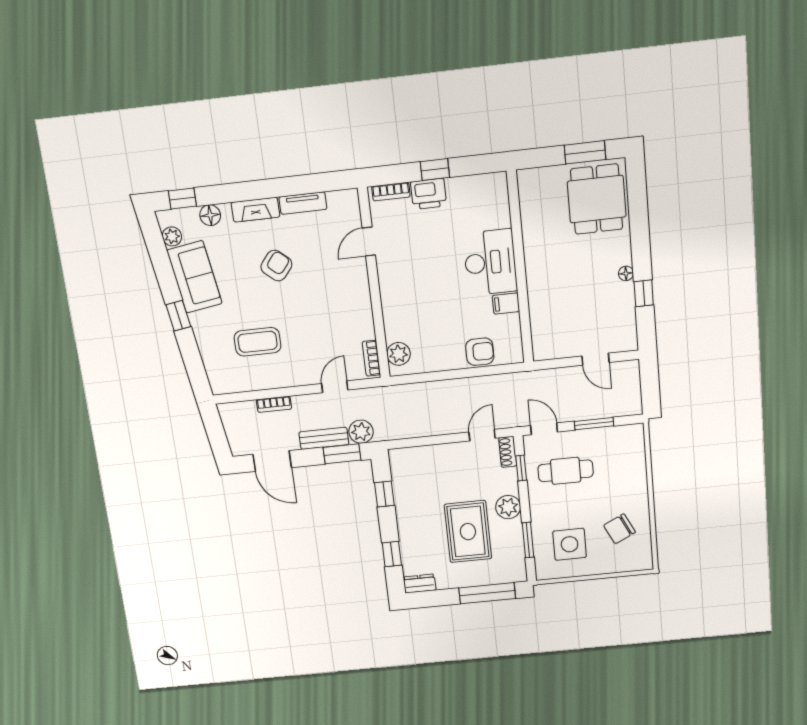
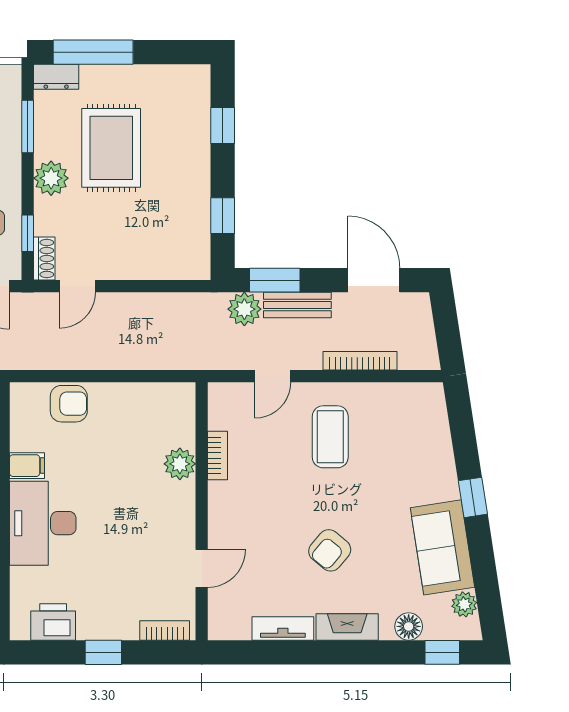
printer: (429, 194) -> (53, 622), moved
coffee table: (258, 342) -> (330, 437), moved, turned 90
armchair: (480, 352) -> (69, 404), turned 180
plant: (398, 354) -> (180, 464), moved
bookcase: (371, 358) -> (217, 455), moved
bookcase: (274, 404) -> (360, 361), width x1.56
dresser: (420, 584) -> (56, 77), moved

